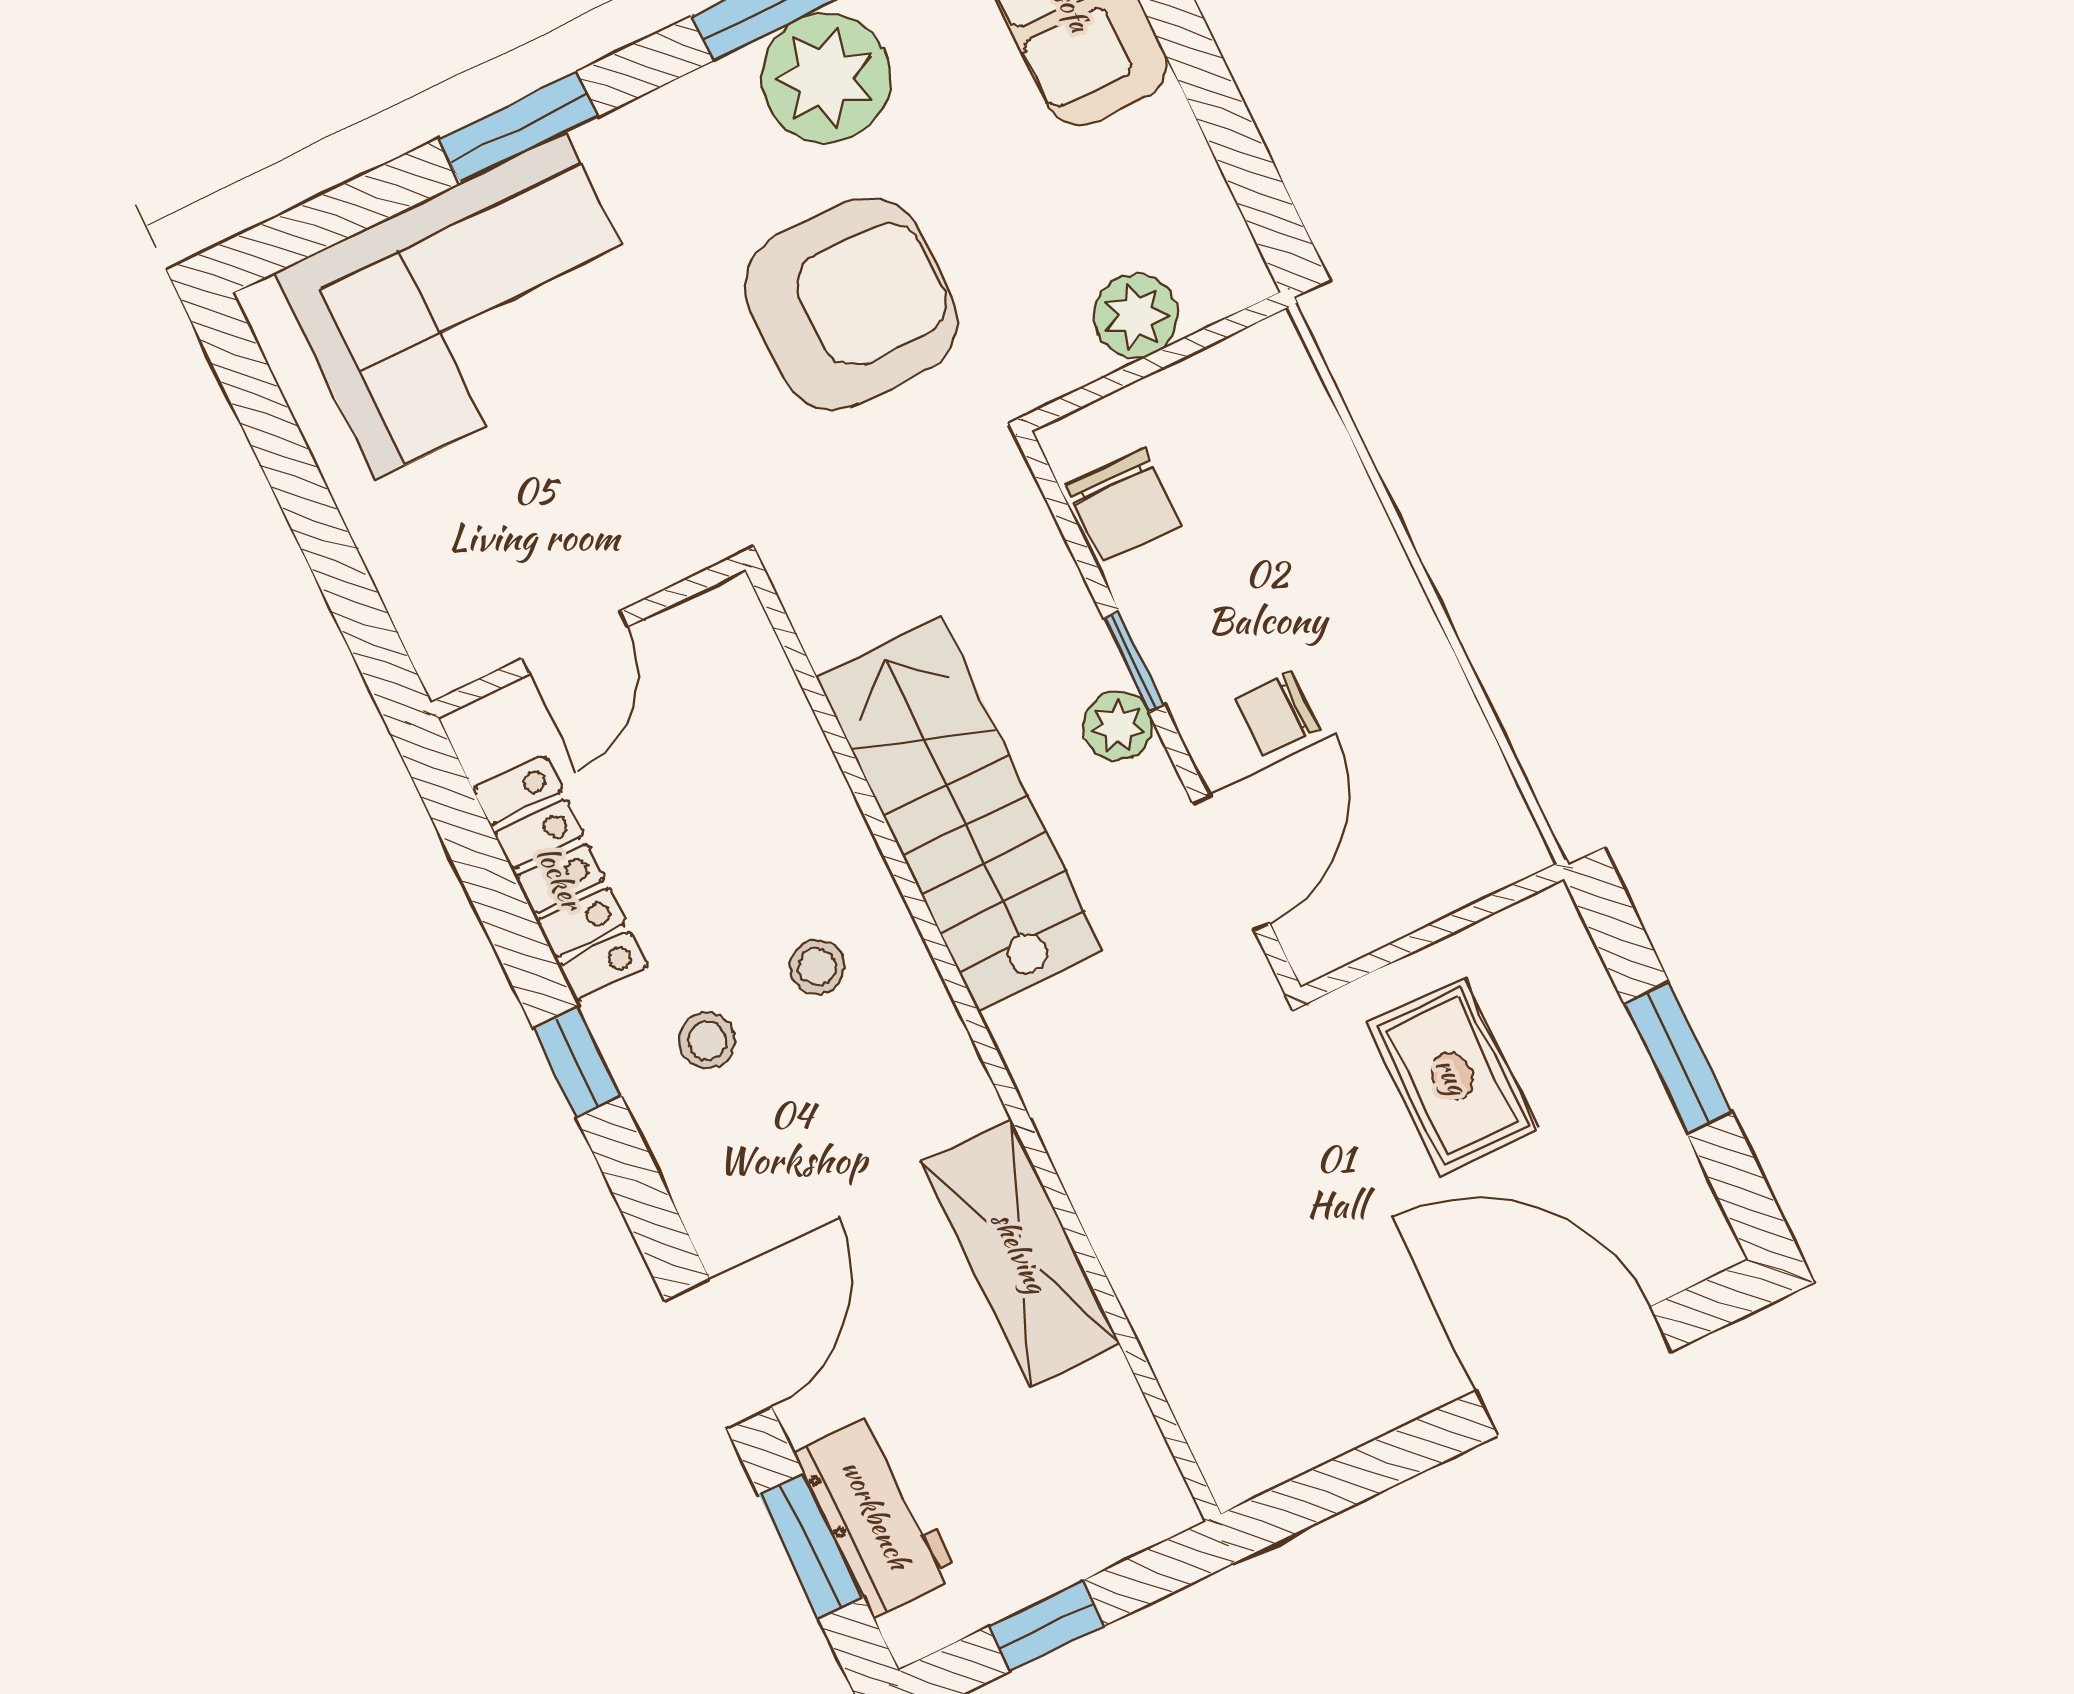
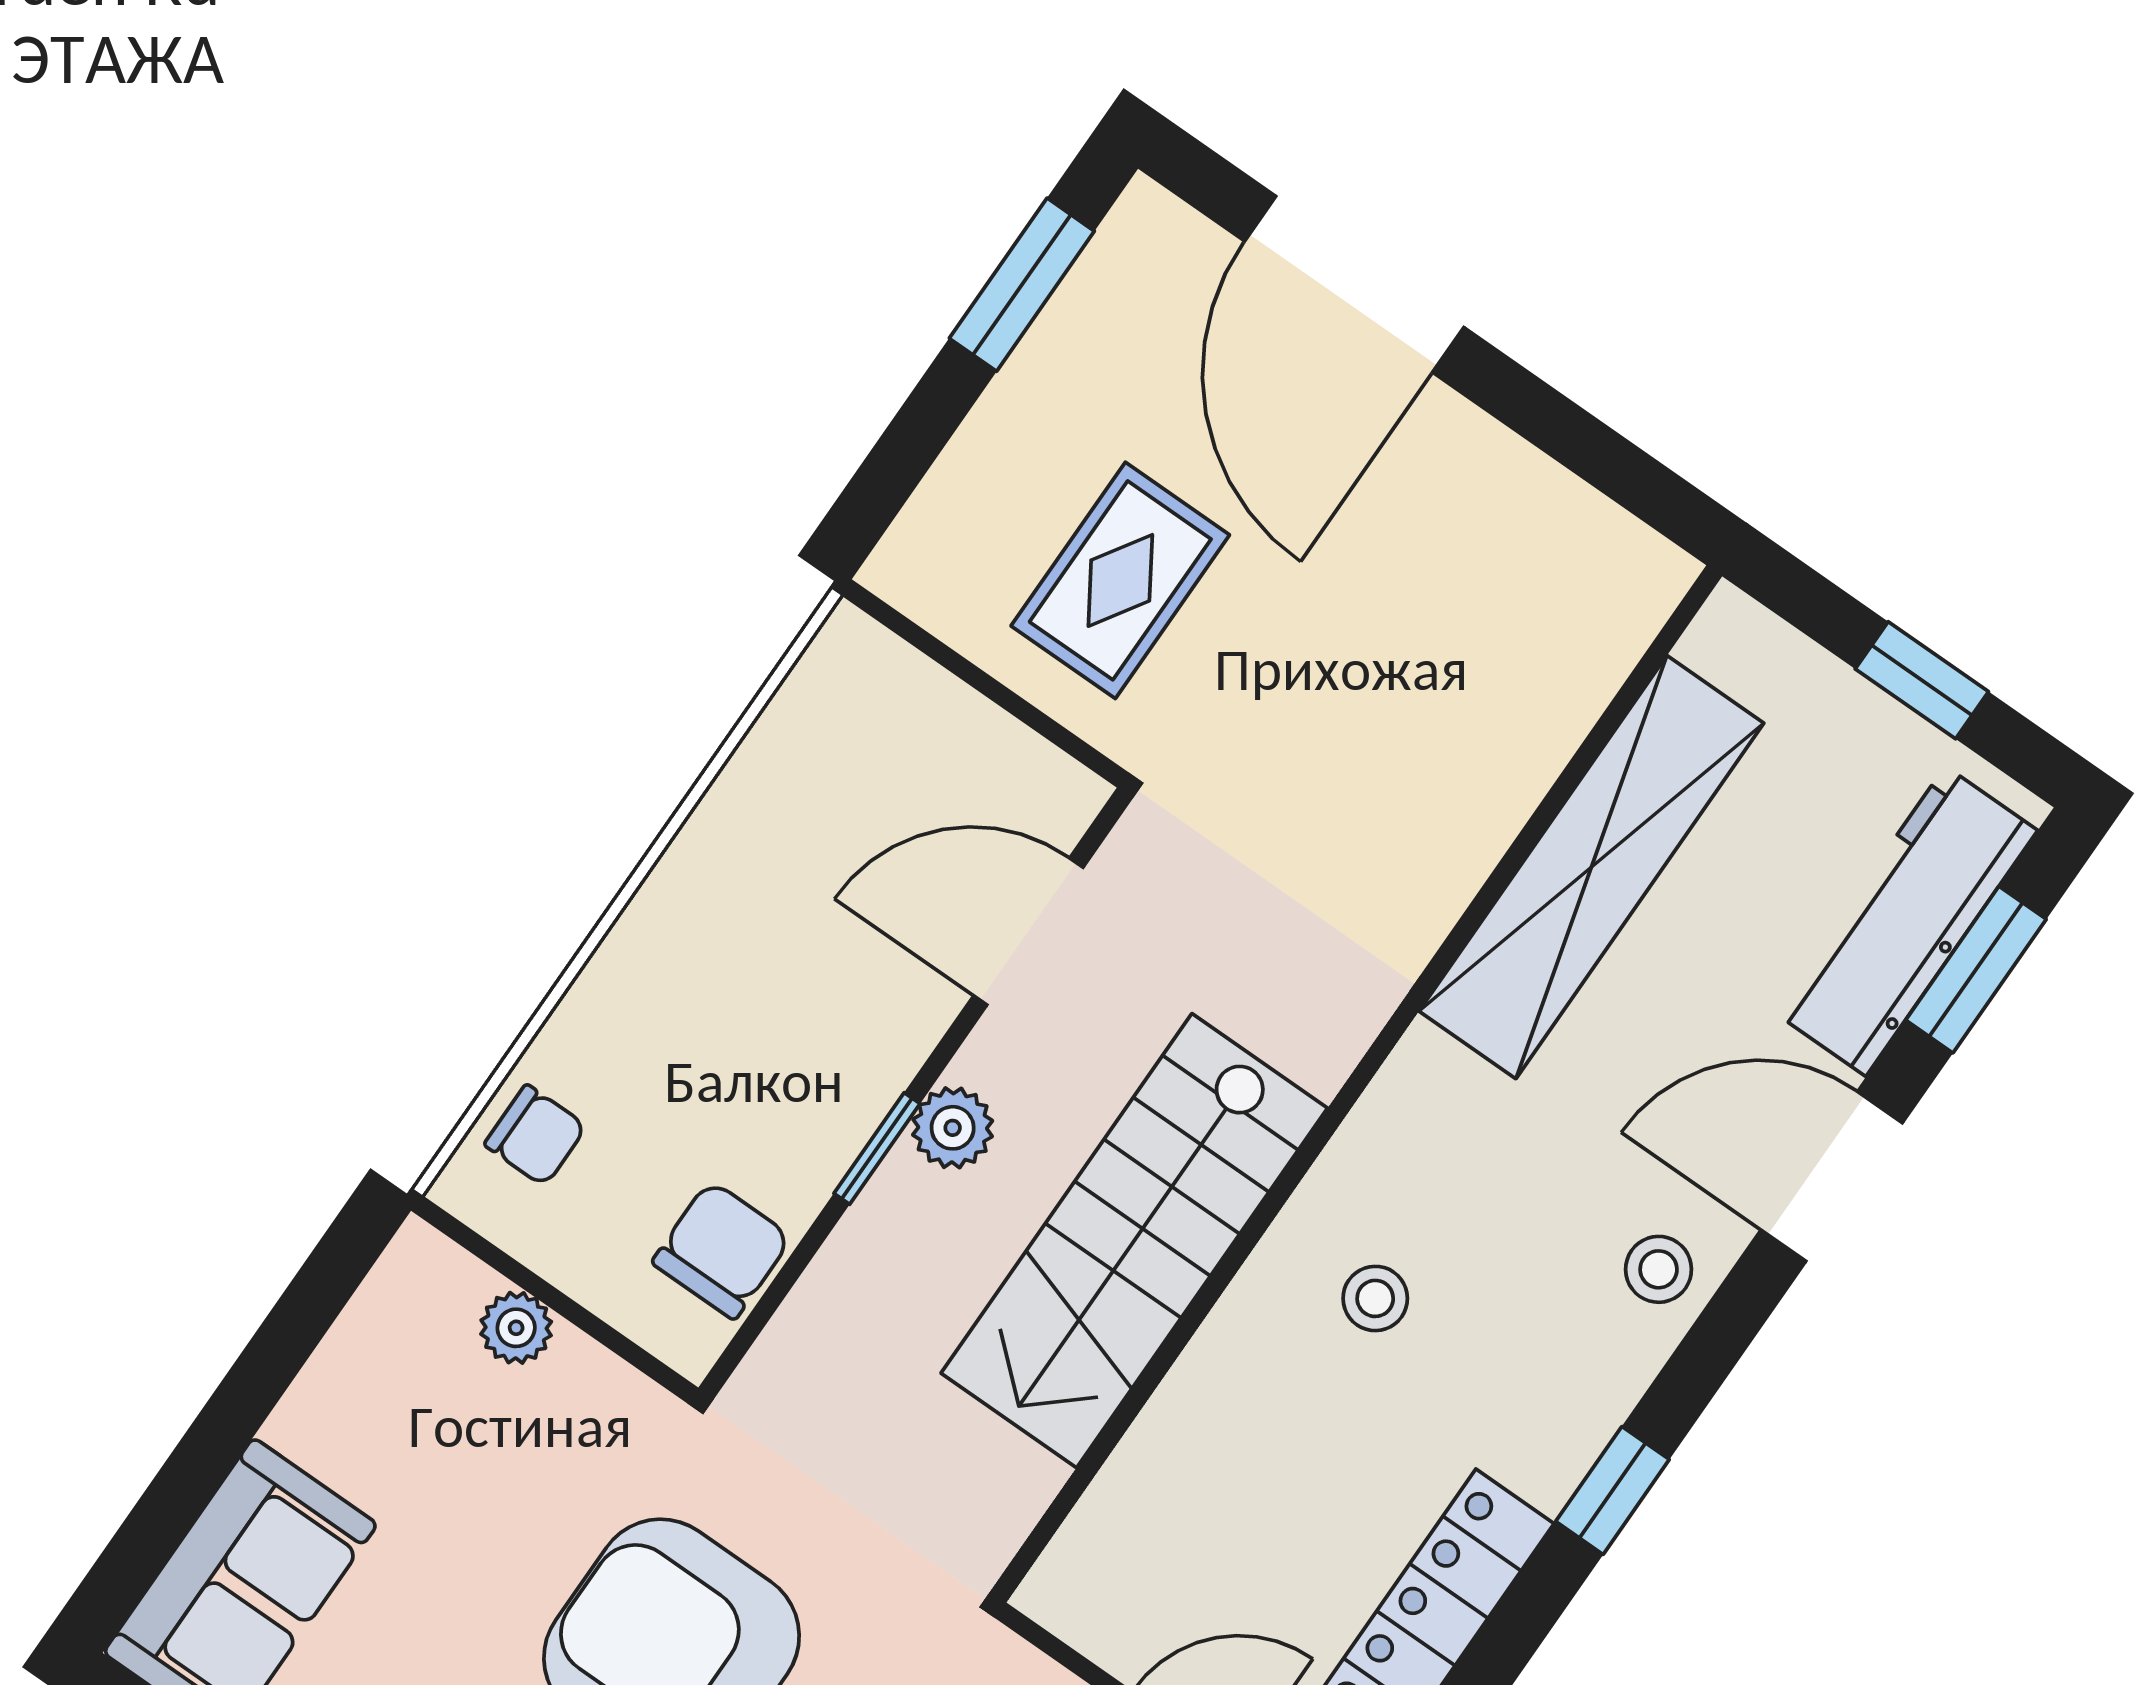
plant: (1136, 316) -> (516, 1328), width x0.73, depth x0.73
chair: (1277, 715) -> (536, 1135), moved
stool: (707, 1041) -> (1659, 1269), moved
window: (1678, 1058) -> (1022, 285), moved
shelving: (1020, 1252) -> (1591, 867), width x1.47
workbench: (876, 1514) -> (1906, 921), width x1.38

